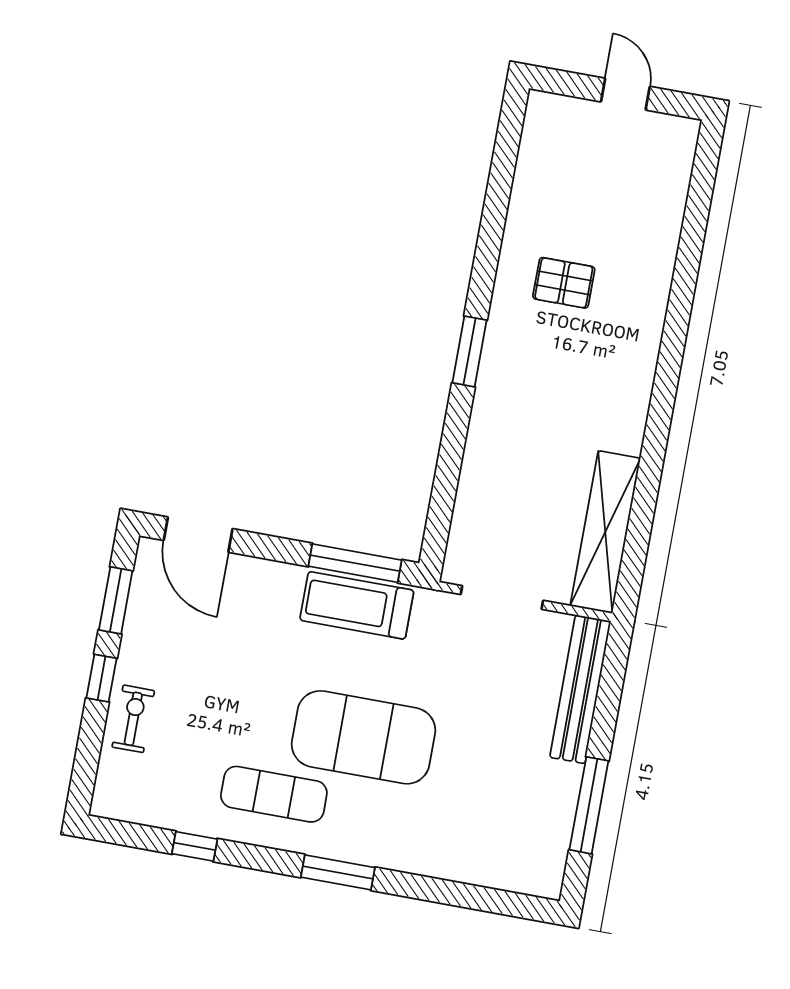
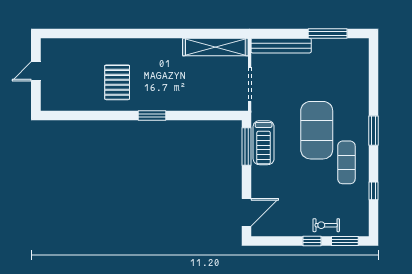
pallet: (564, 283) -> (117, 82), width x1.50, depth x1.42
window: (116, 600) -> (345, 241), moved

